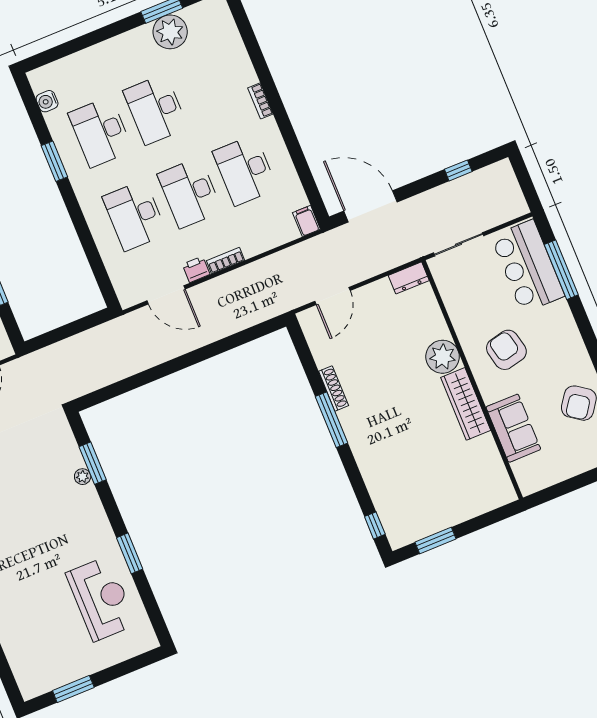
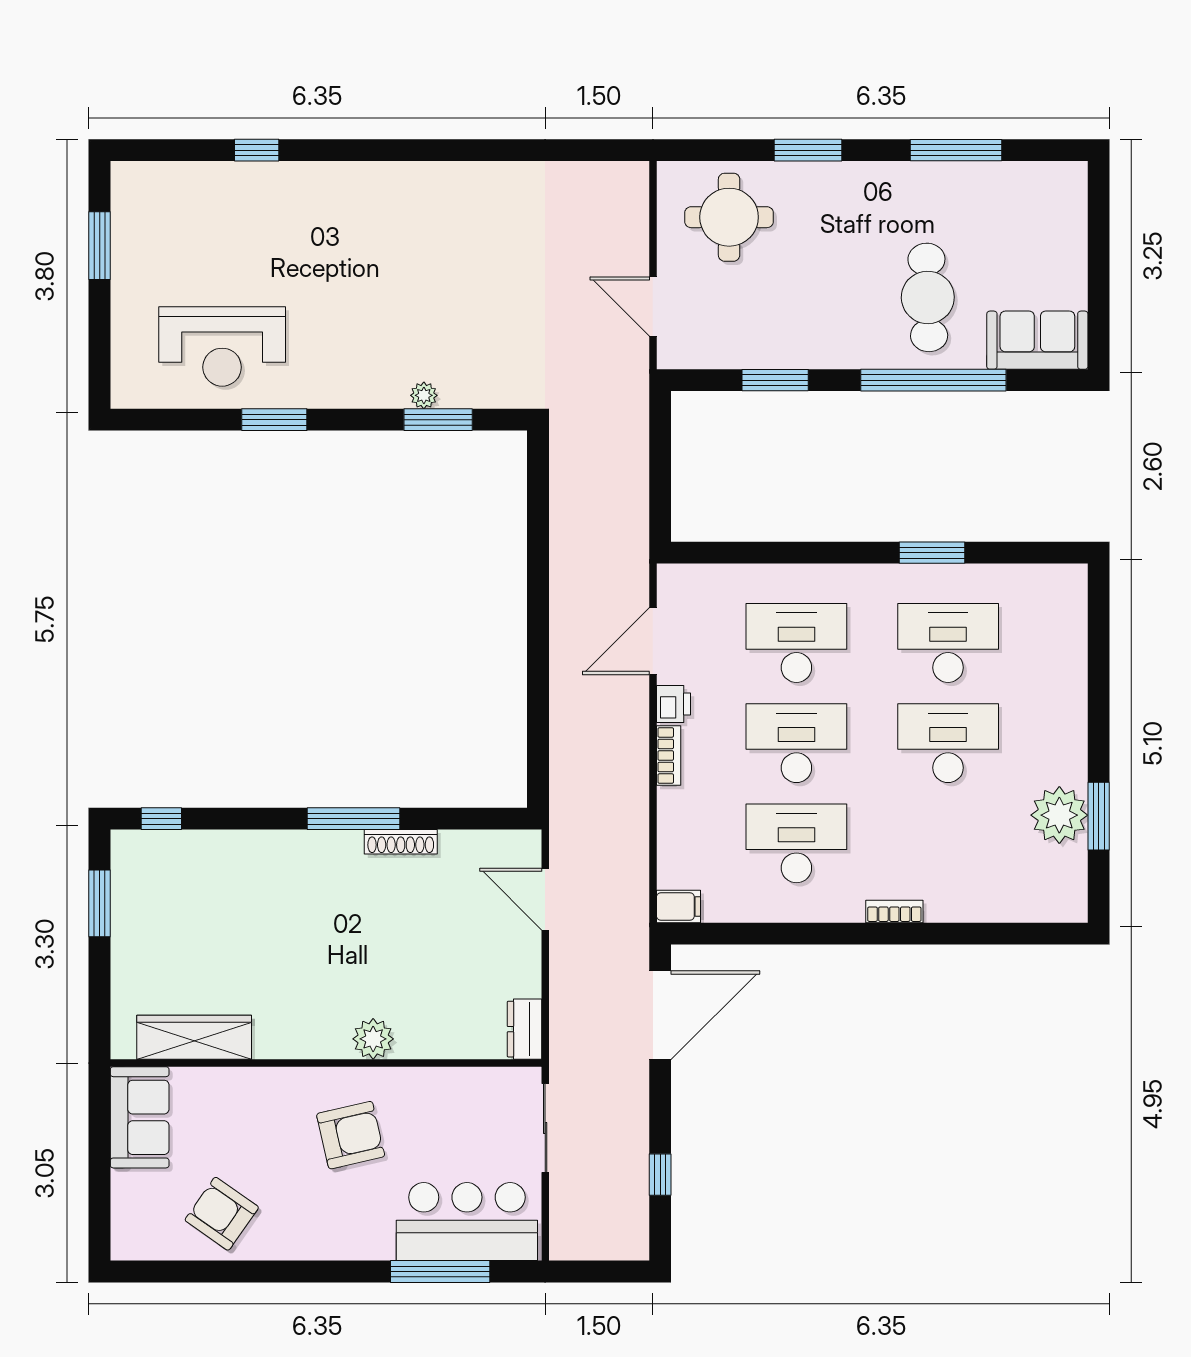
water cooler: (47, 101) -> (1030, 580), removed
plant: (443, 357) -> (373, 1039), width x0.73, depth x0.73
wardrobe: (466, 404) -> (194, 1037), moved
sofa: (513, 428) -> (140, 1117), moved, turned -90

